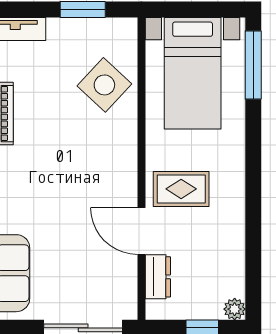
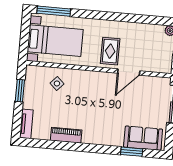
side table: (104, 85) -> (57, 83), width x0.54, depth x0.54
dresser: (158, 277) -> (151, 66), removed

